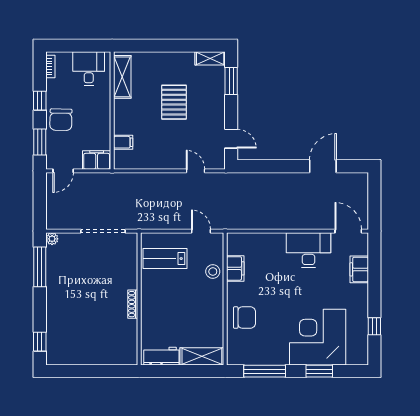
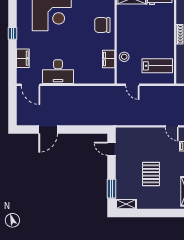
door: (195, 171) -> (172, 126), moved
window: (374, 326) -> (13, 33), moved

